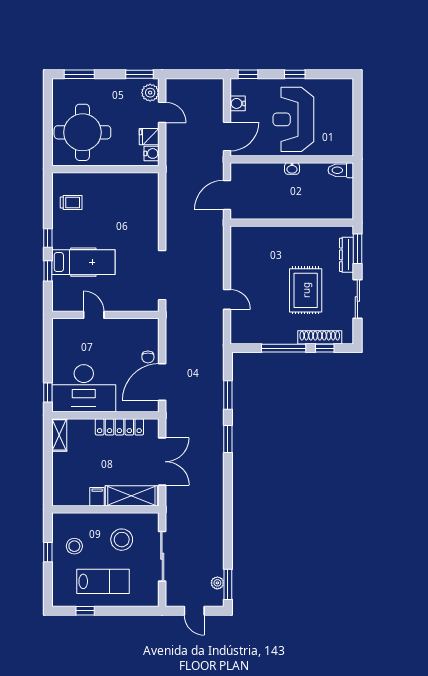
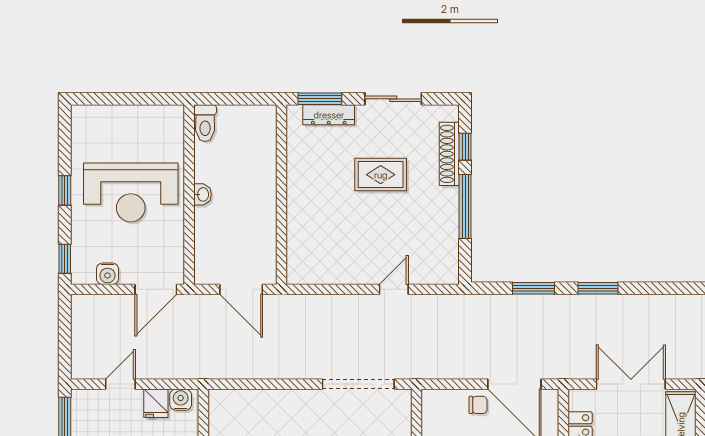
plant: (150, 93) -> (92, 402), removed
door: (227, 137) -> (156, 289), swing flipped
rug: (306, 290) -> (381, 175), width x0.73, depth x0.70

